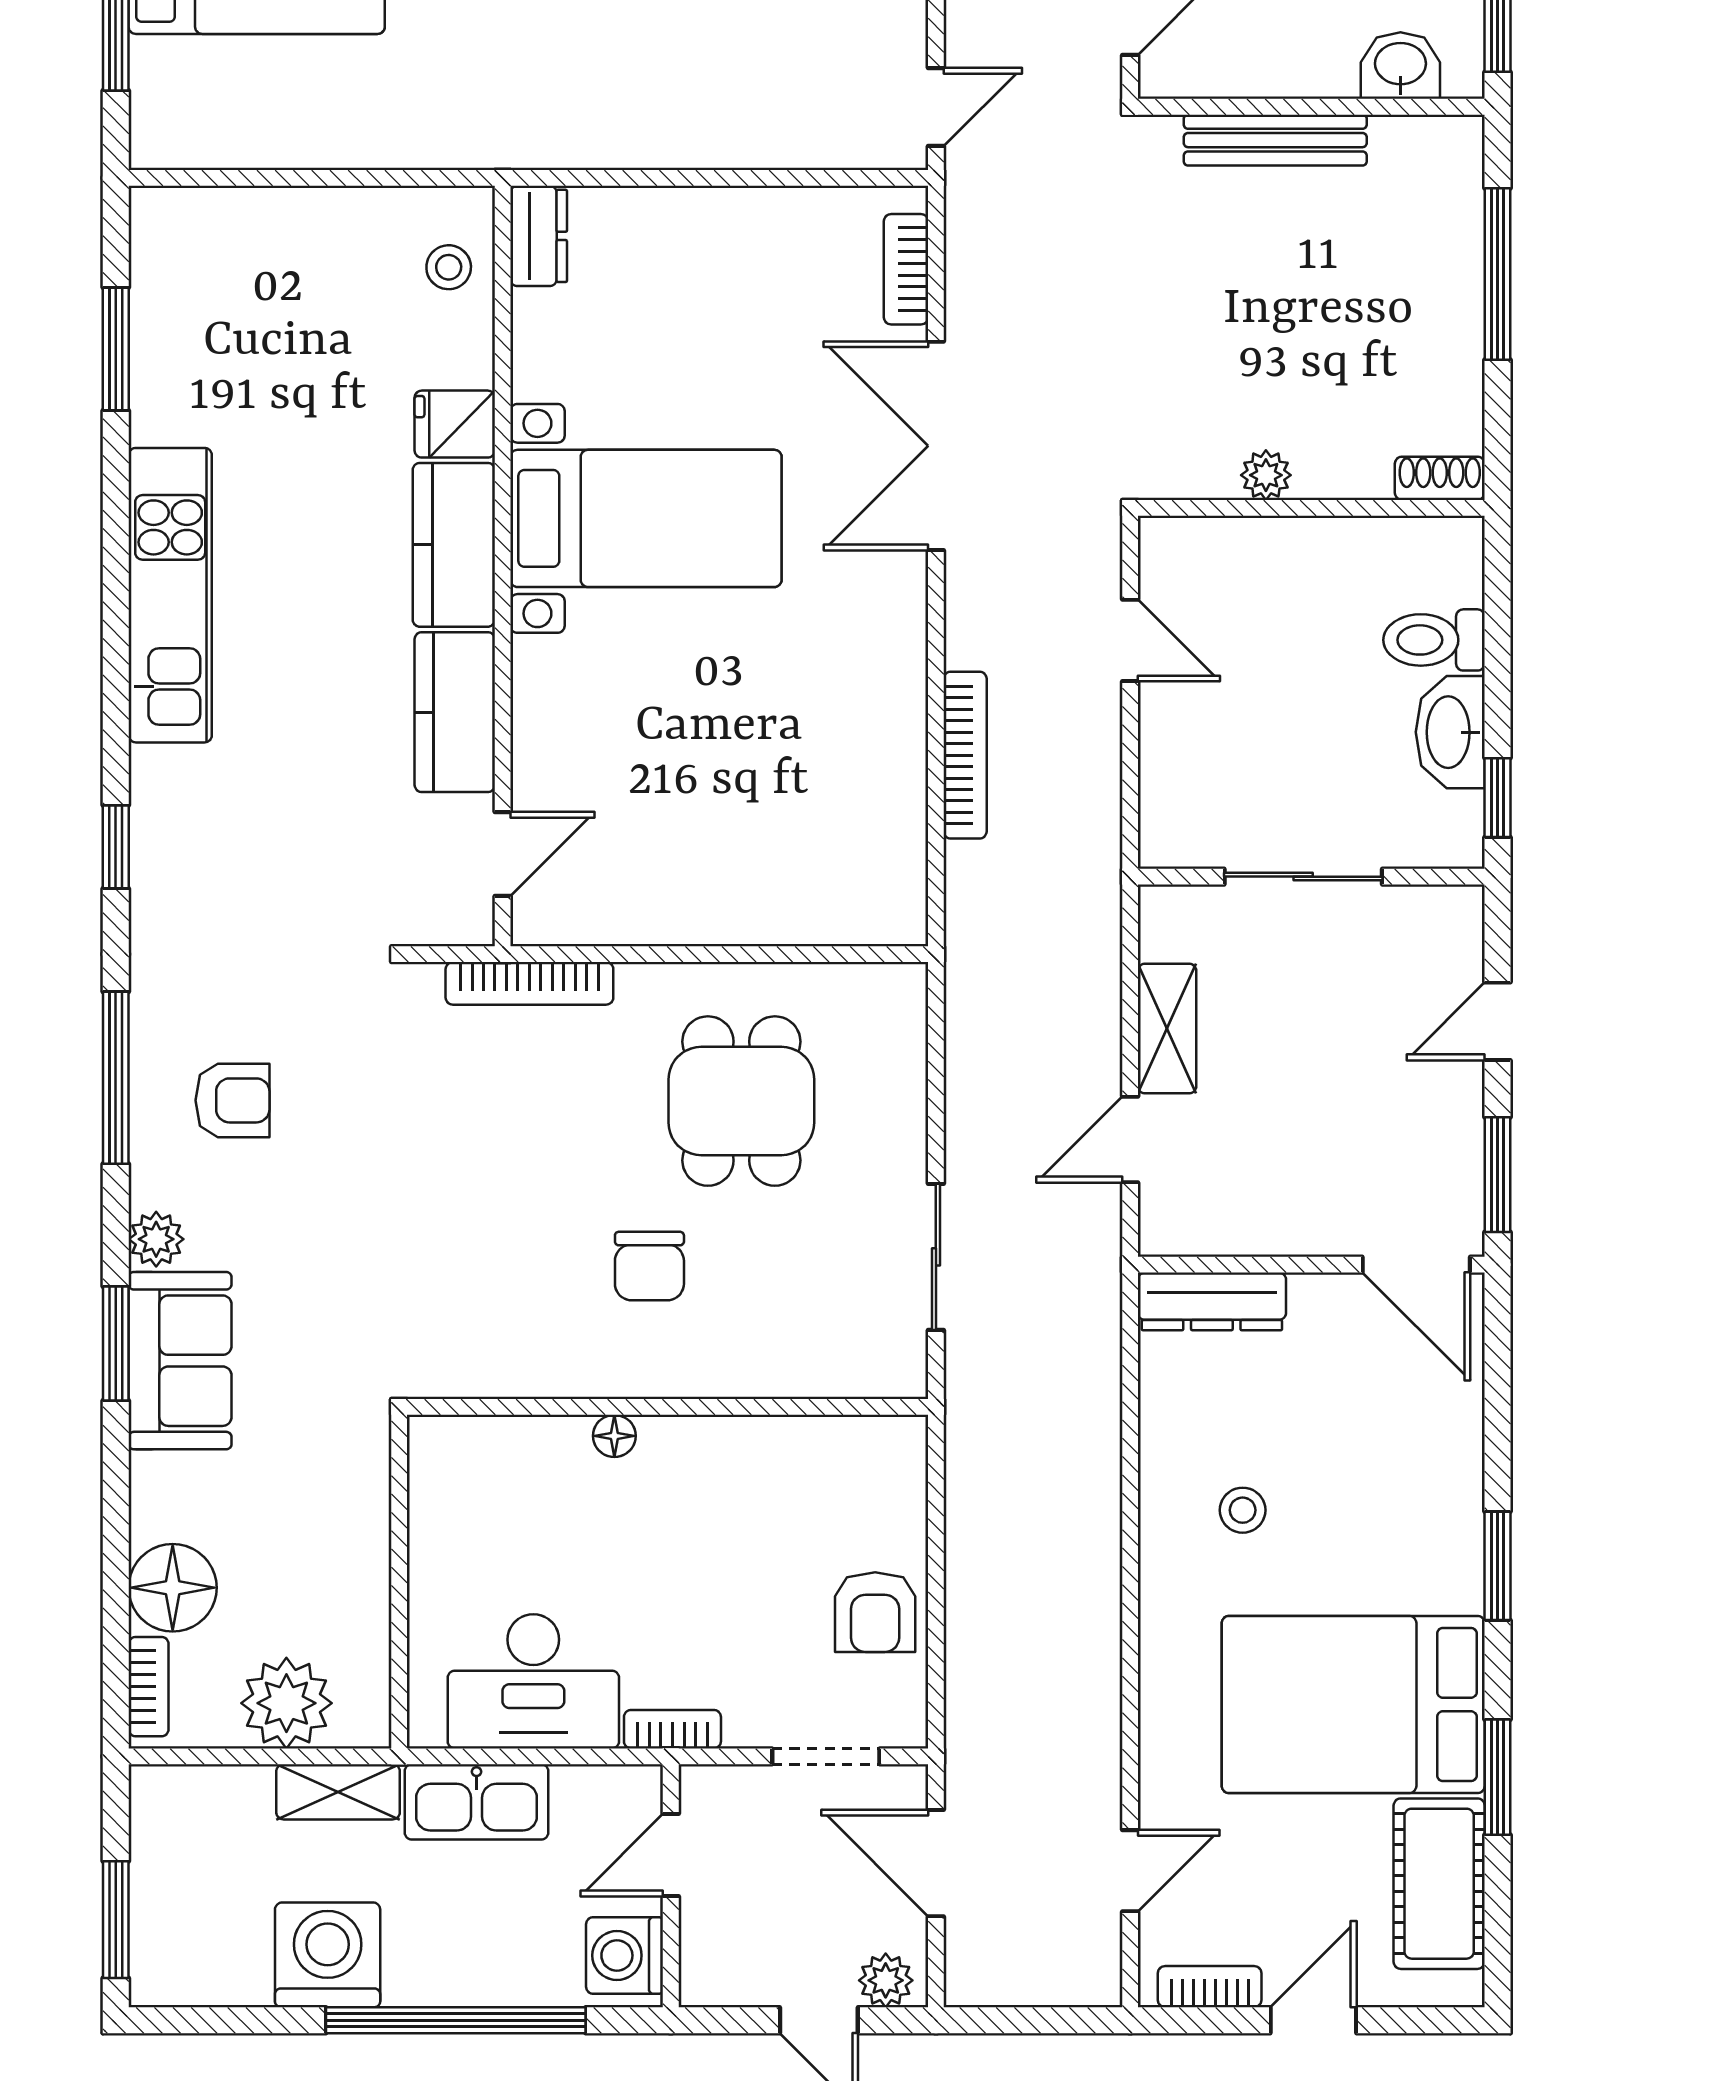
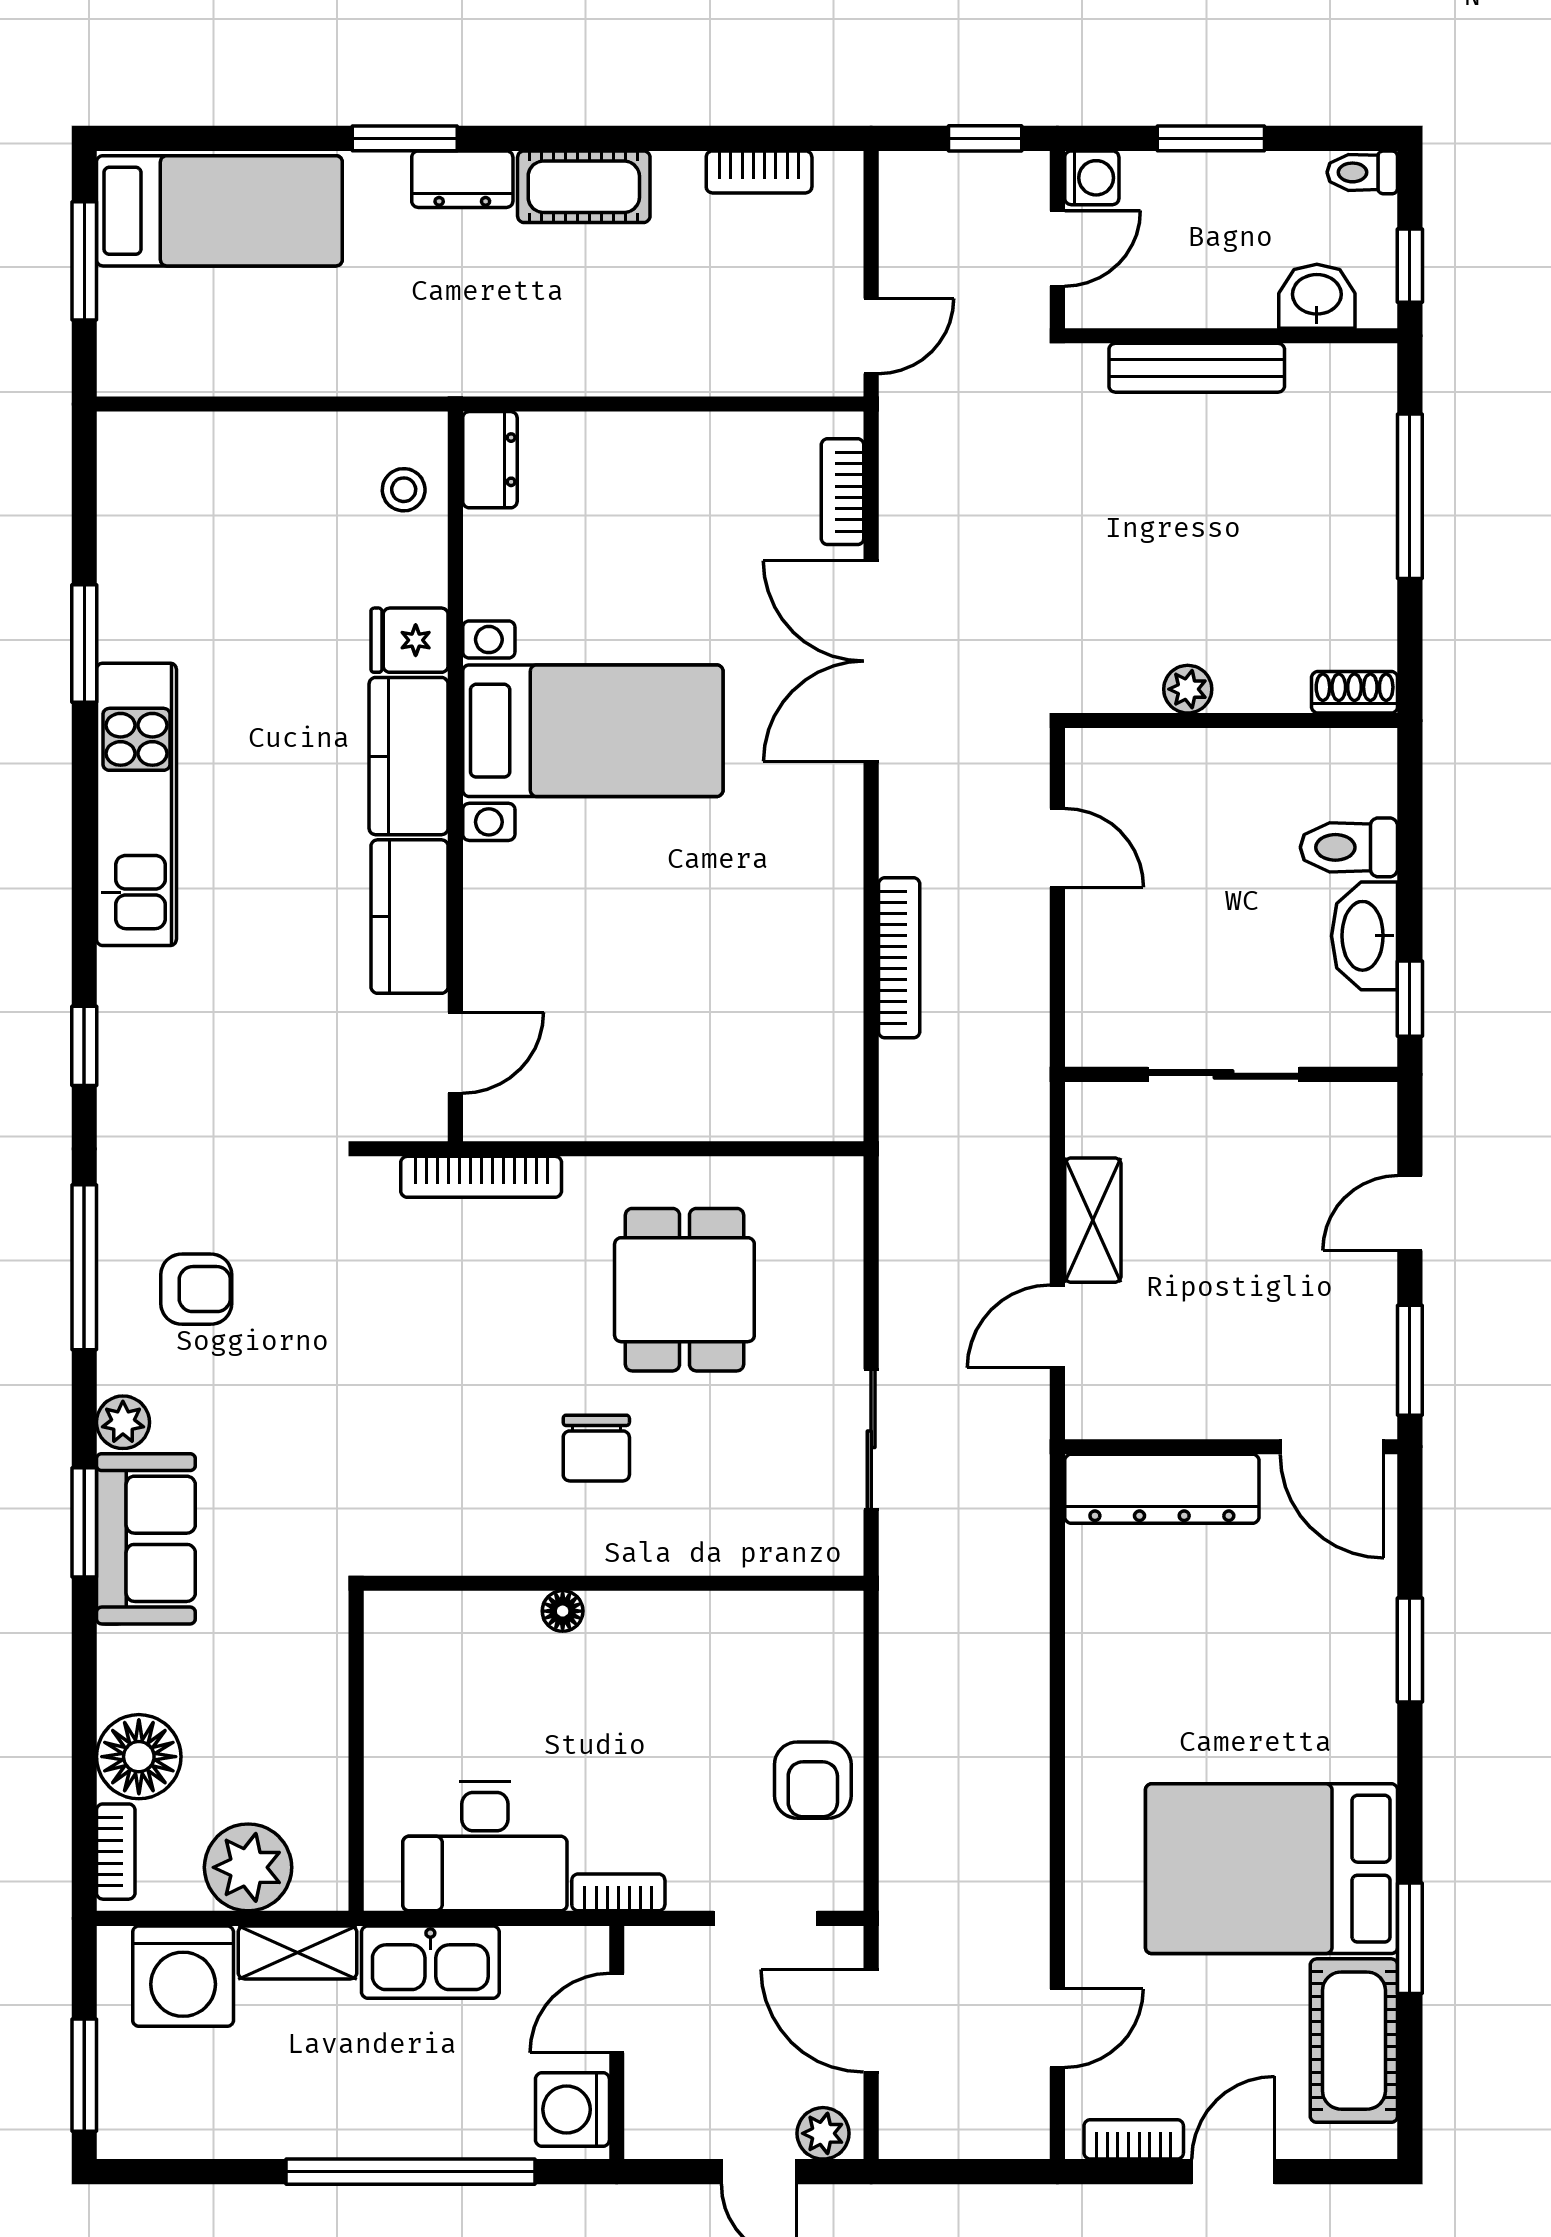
window: (116, 349) -> (84, 643), moved
dresser: (1212, 1301) -> (1162, 1489), width x1.37, depth x1.24
stool: (1243, 1510) -> (1165, 1682), removed
window: (1497, 1566) -> (1410, 1650), moved
washing machine: (328, 1955) -> (183, 1976), moved, turned 180

